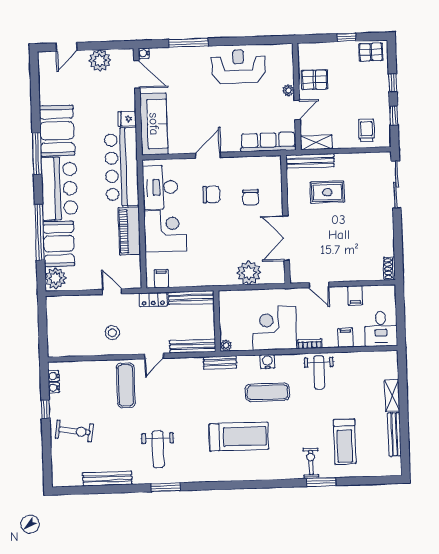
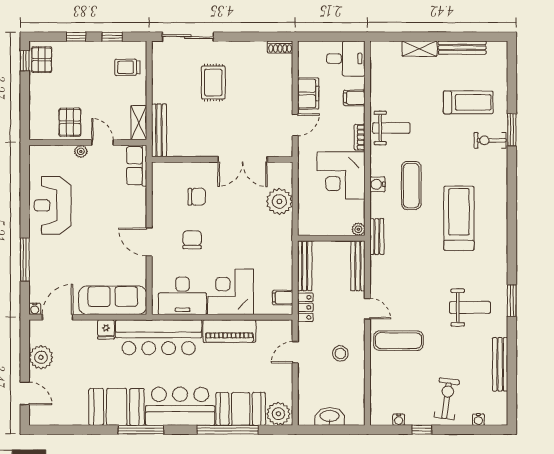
window: (347, 37) -> (25, 61), moved
row of seats: (268, 142) -> (137, 166), width x0.68
rug: (327, 192) -> (213, 83), moved
filing cabinet: (355, 295) -> (308, 94), width x2.00
washbasin: (55, 325) -> (330, 416), added
water cooler: (54, 376) -> (478, 420), moved

